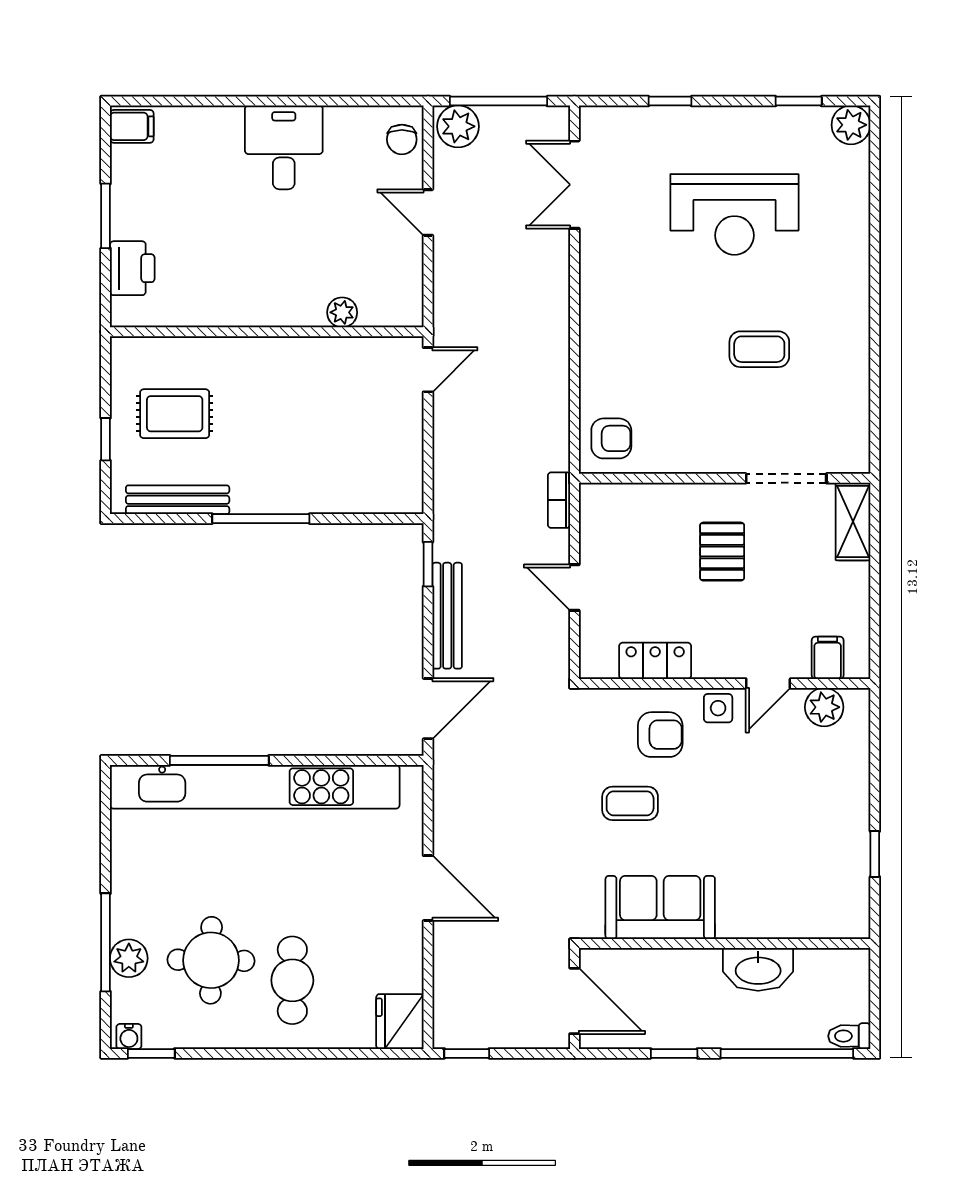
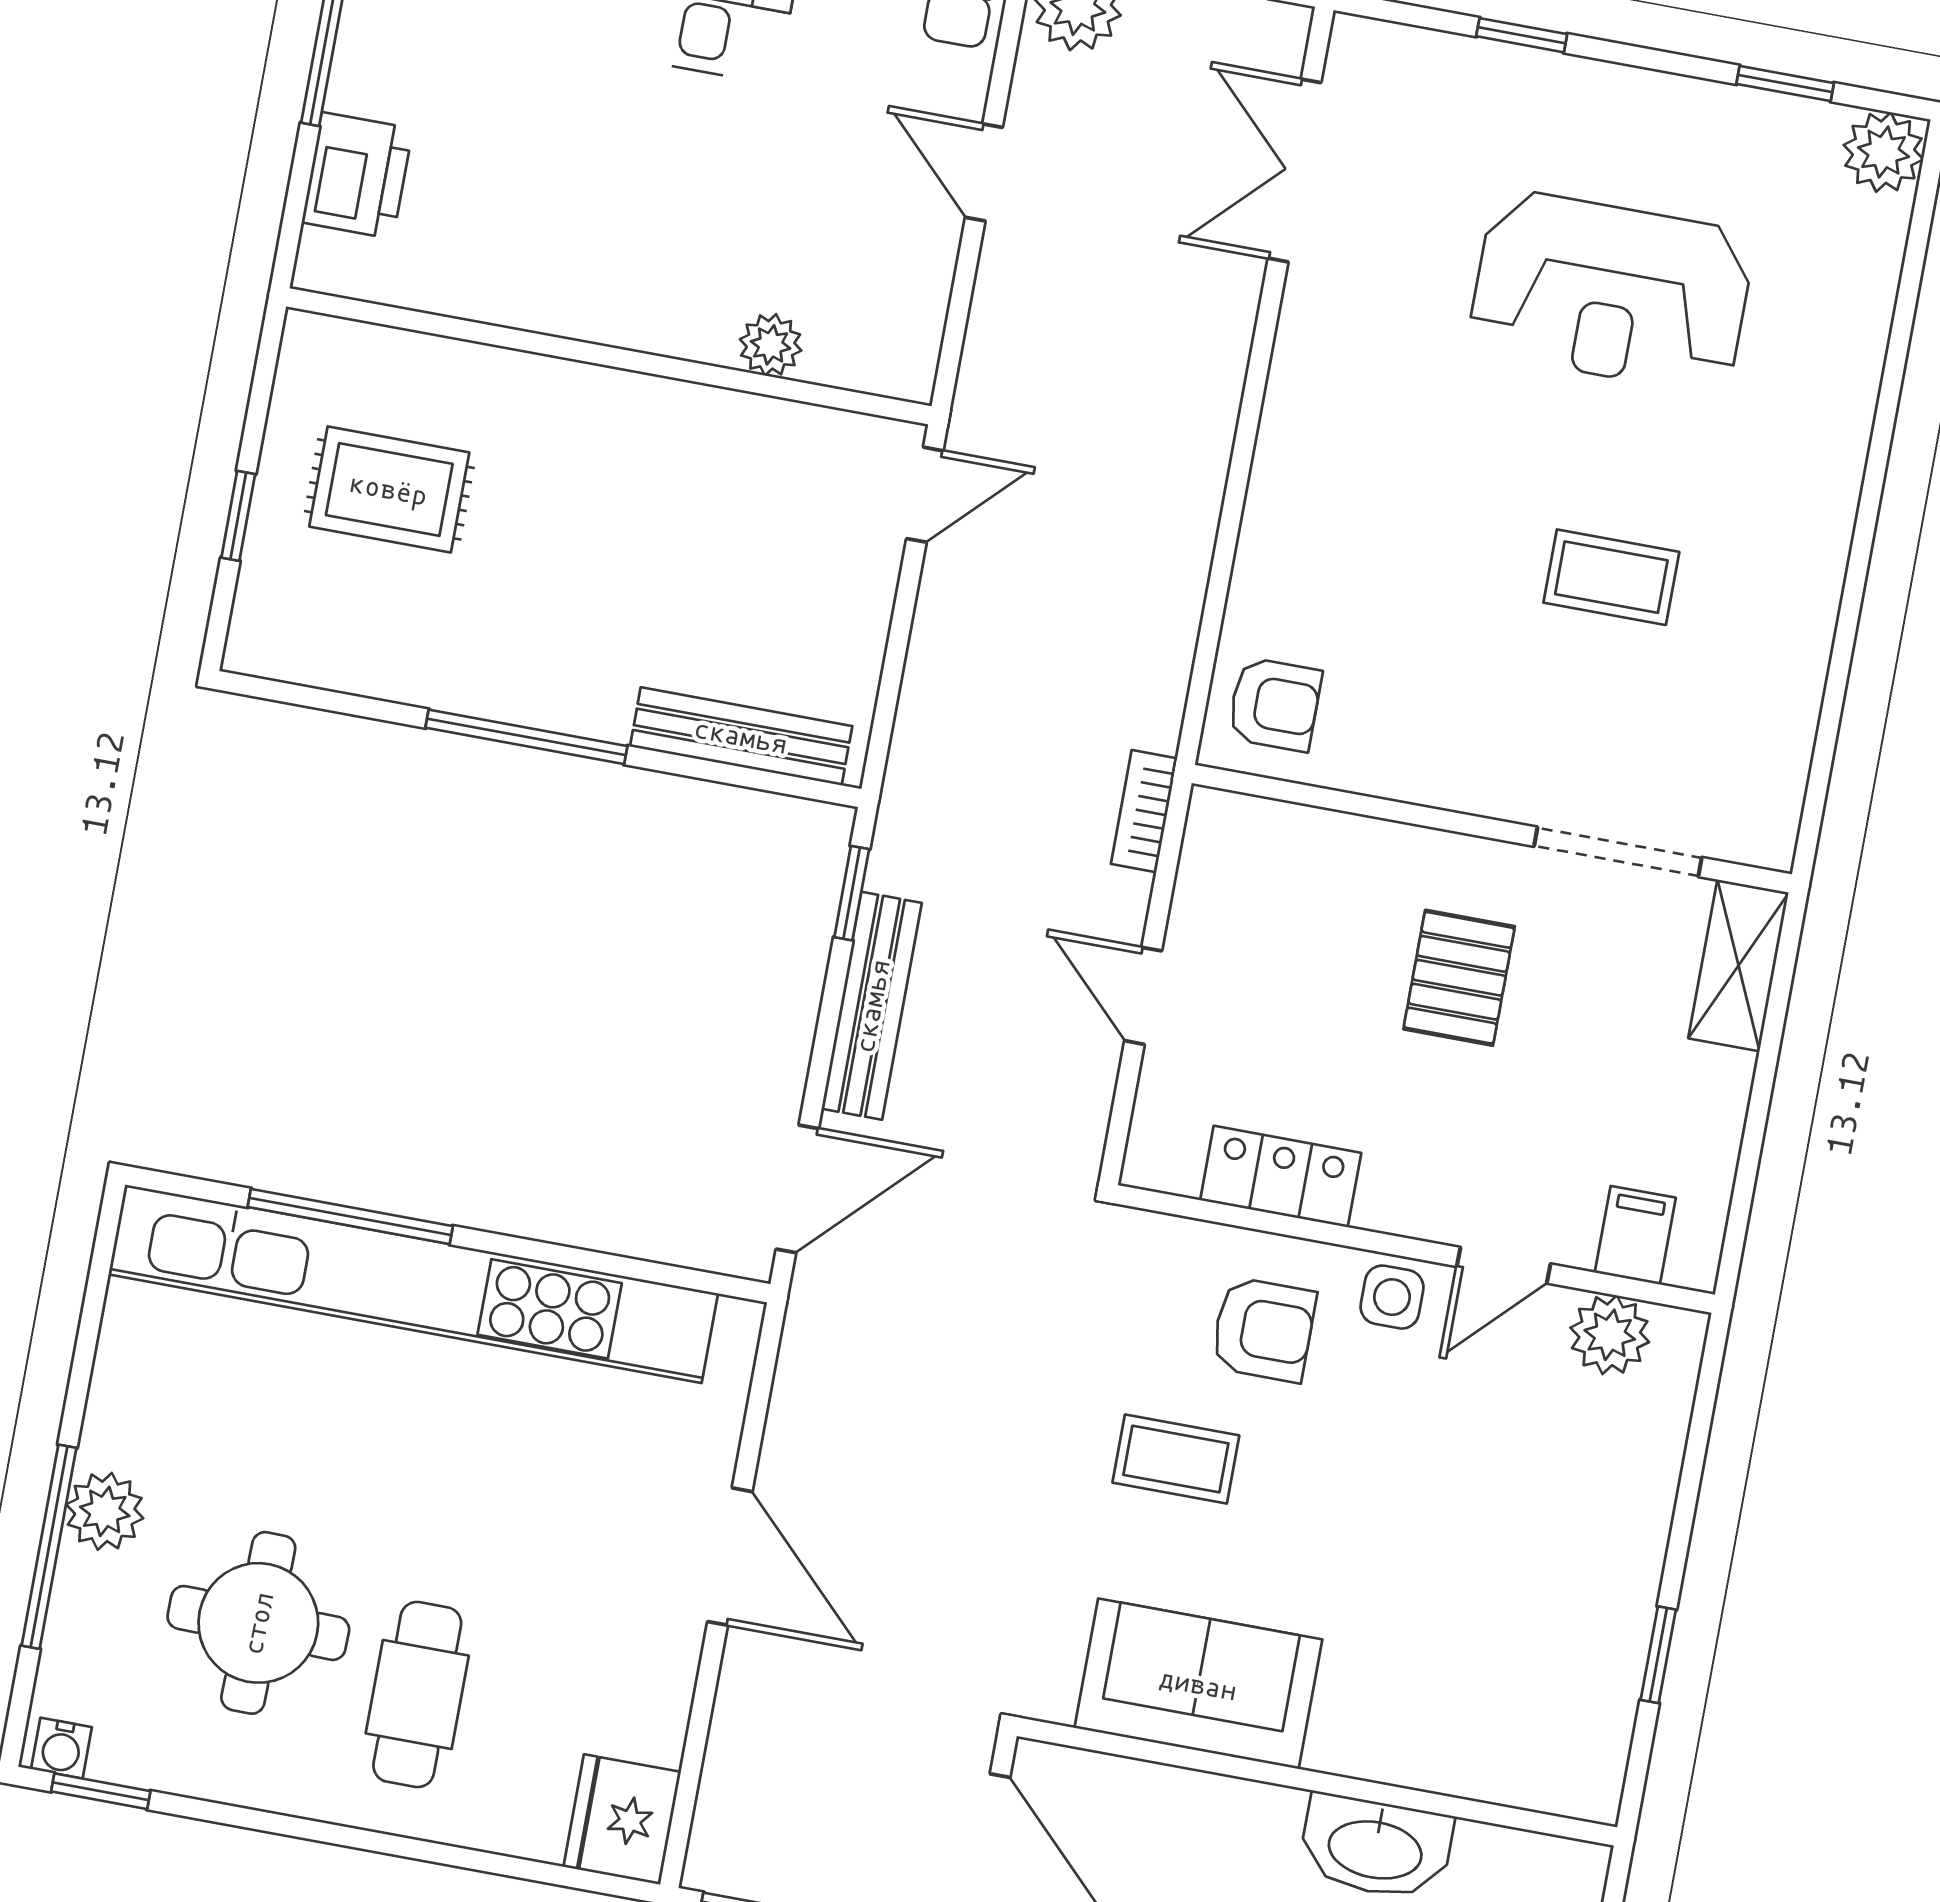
bench: (178, 500) -> (741, 736), moved
plant: (129, 958) -> (105, 1511), moved

